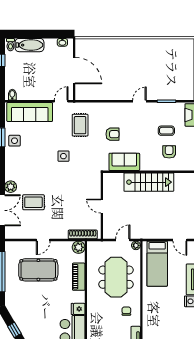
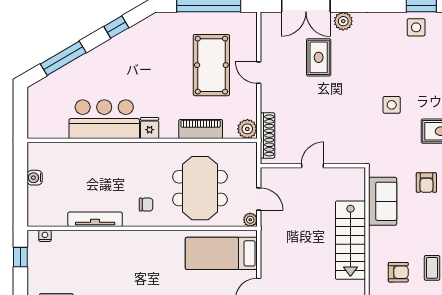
meeting table: (116, 277) -> (200, 188), turned 90

